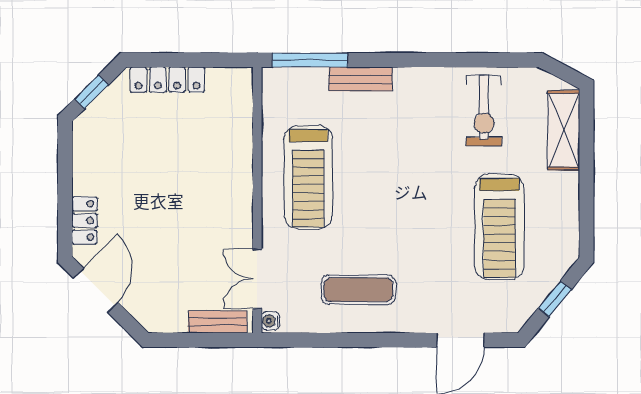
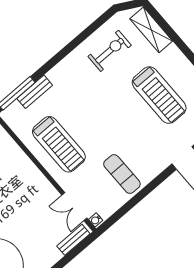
bench: (360, 79) -> (35, 92), moved
exercise bike: (484, 110) -> (110, 51), turned -90
exercise mat: (358, 290) -> (122, 174), turned 90

